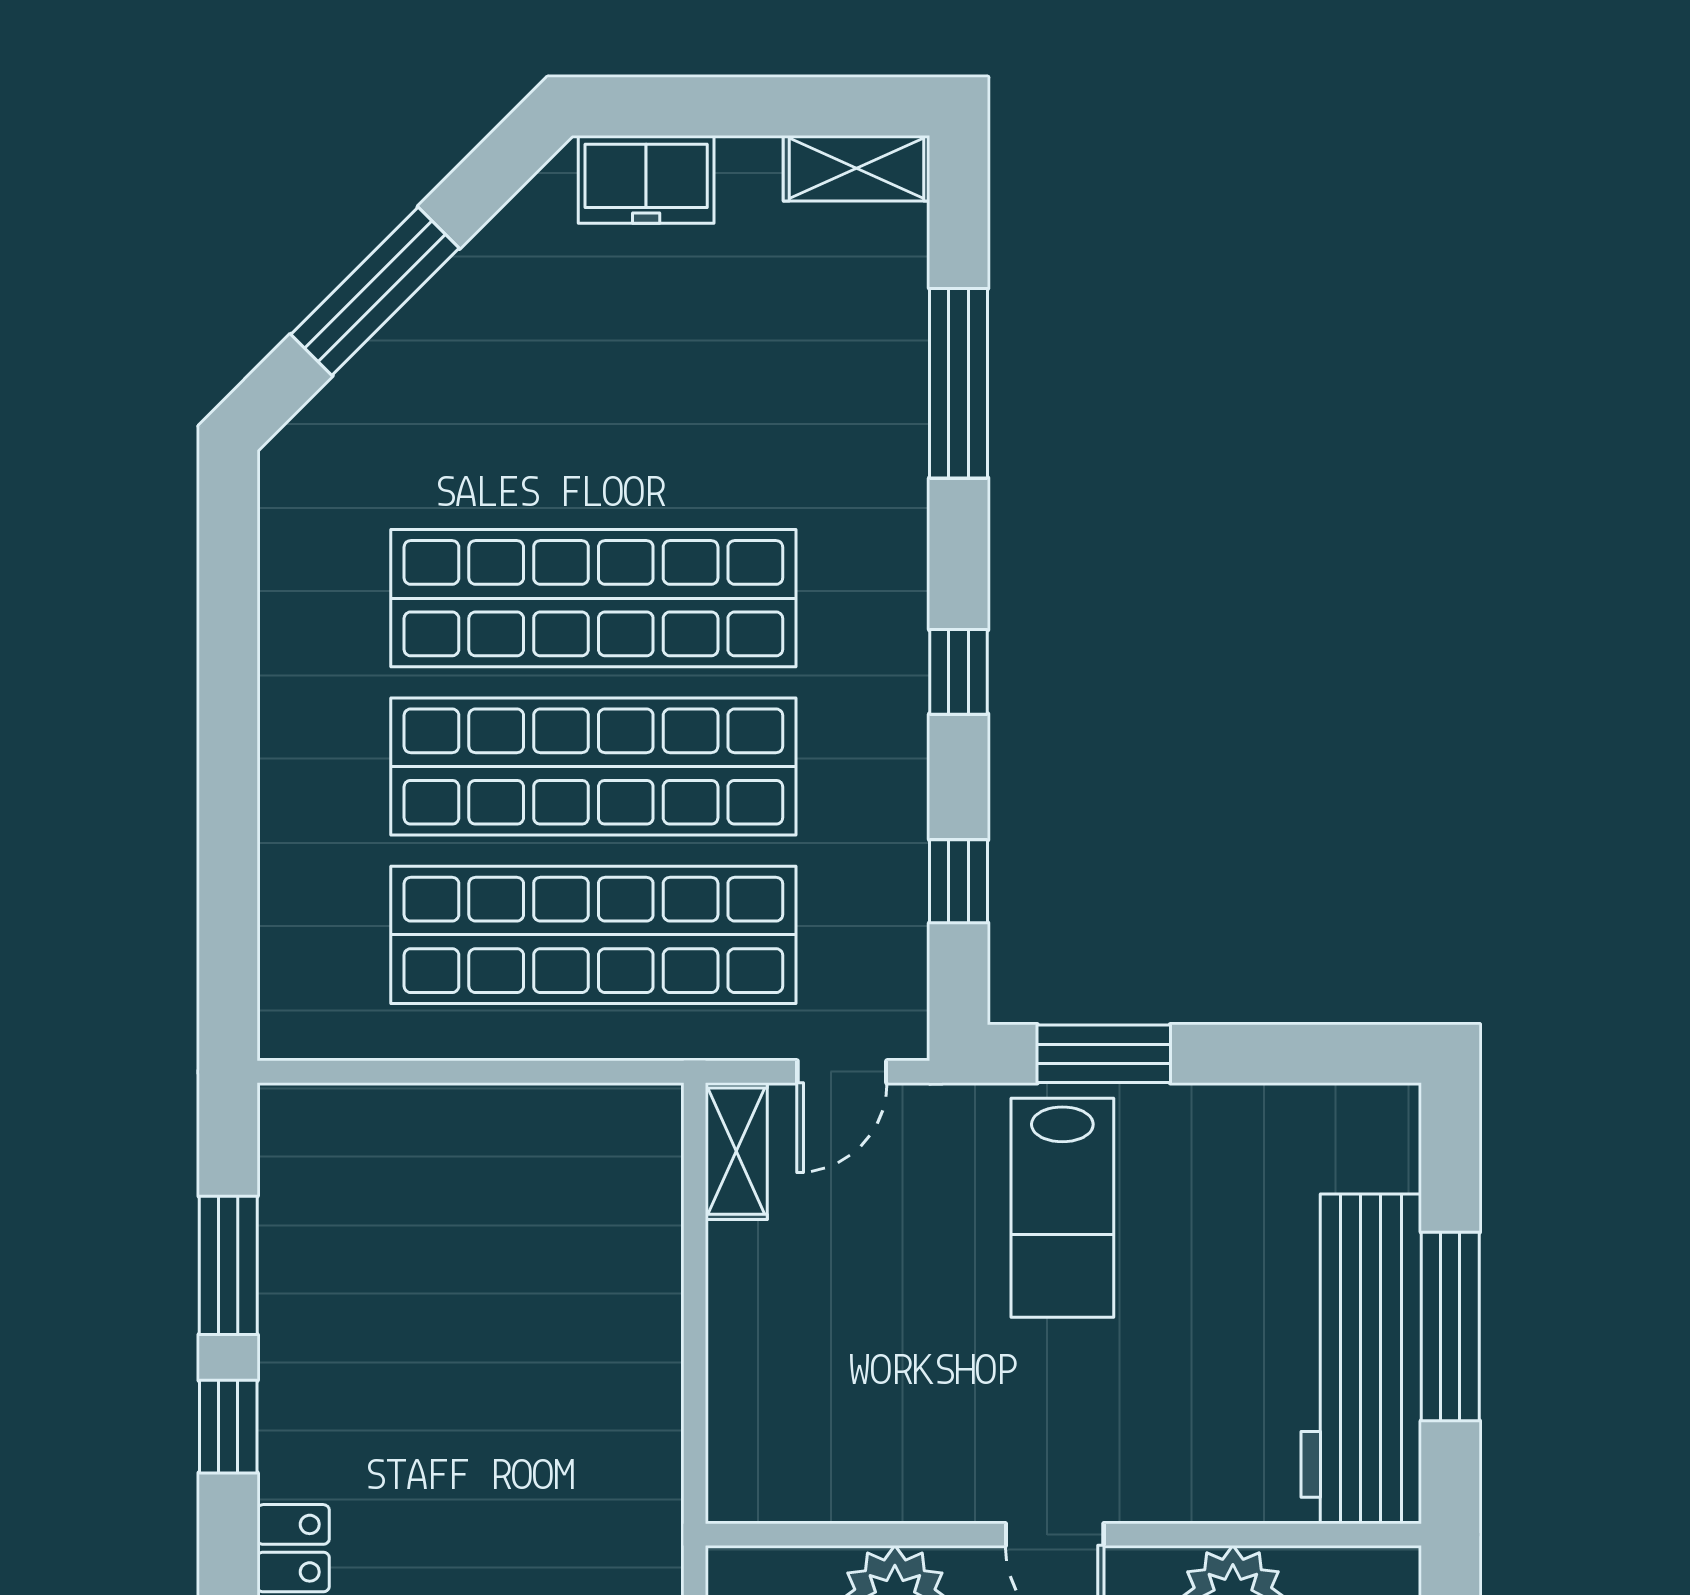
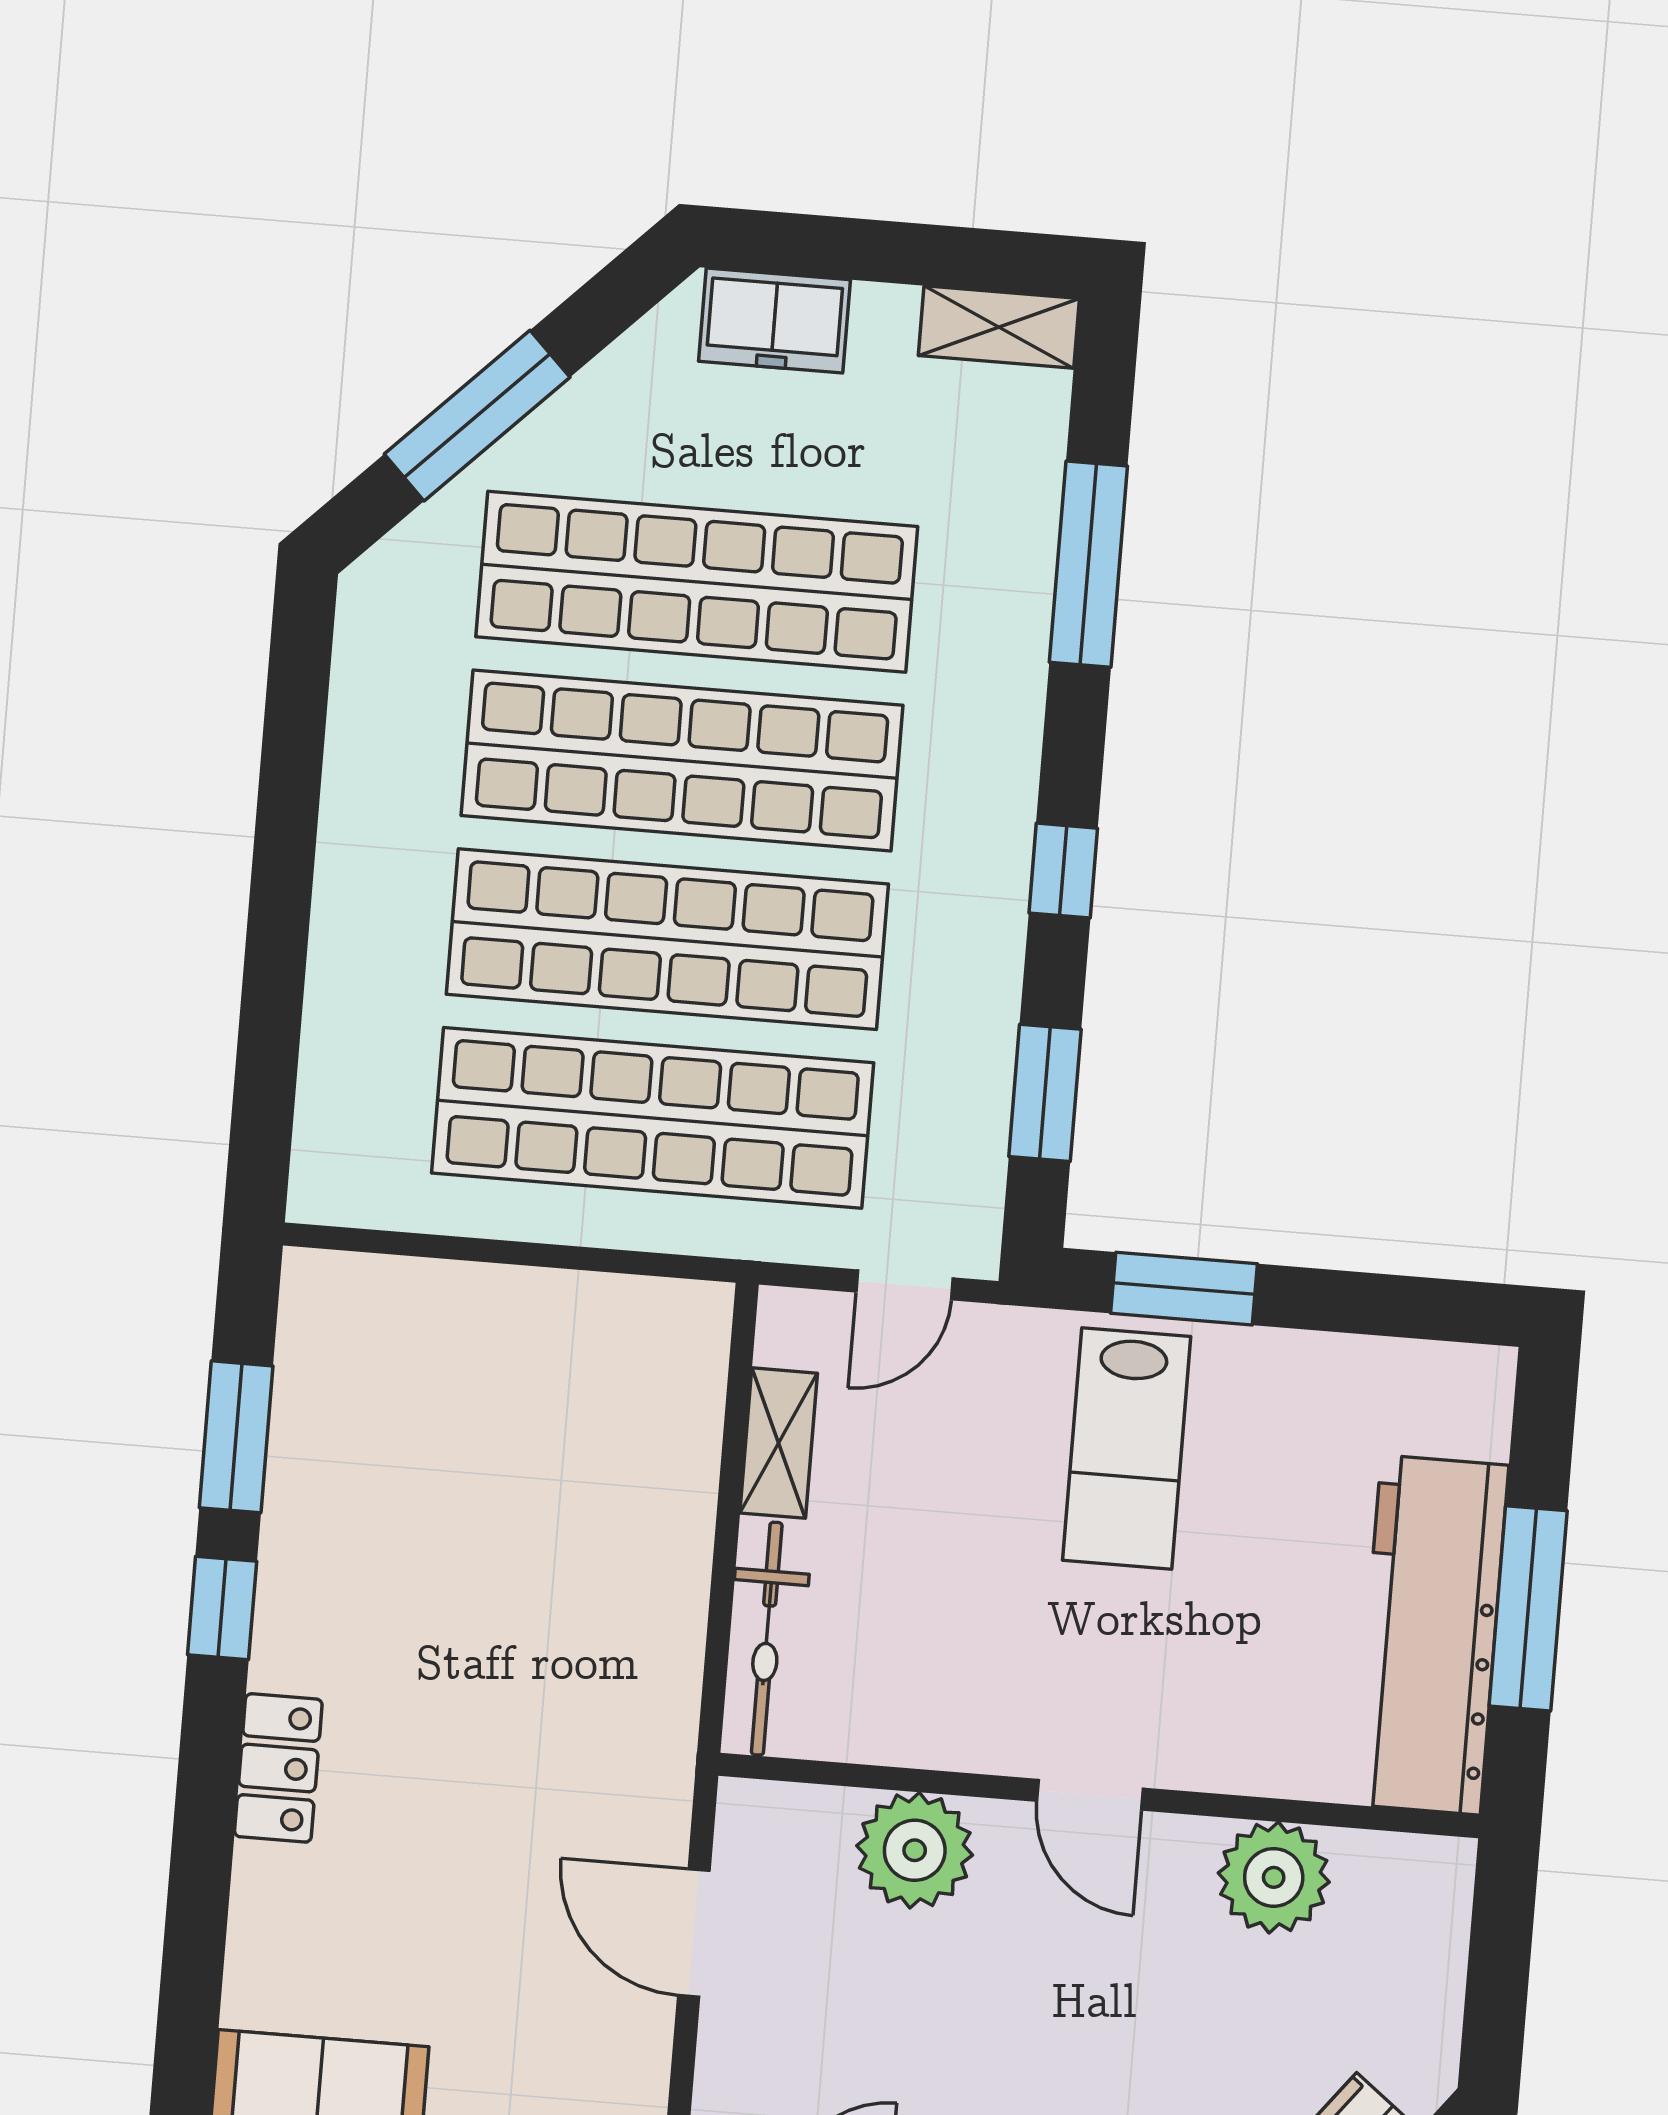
shop shelf: (593, 430) -> (697, 582), added
window: (959, 881) -> (1045, 1093), width x1.50
shelving: (736, 1151) -> (779, 1443), moved
bicycle: (740, 1413) -> (767, 1639), added

